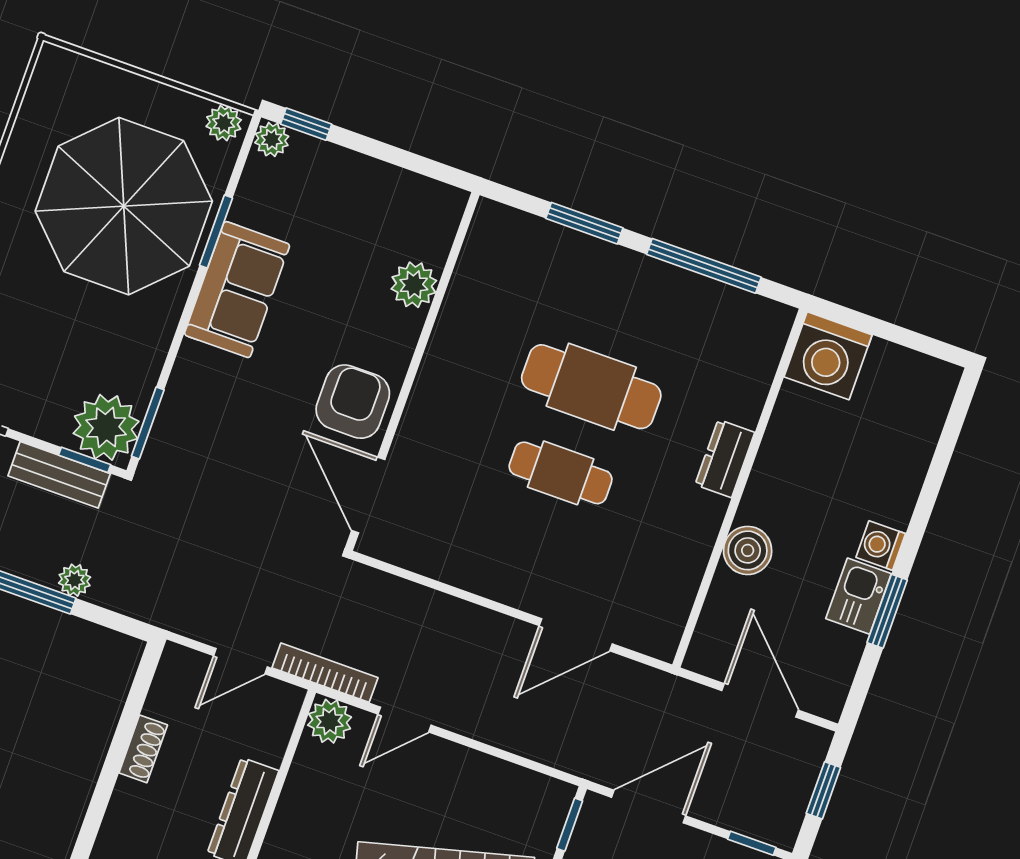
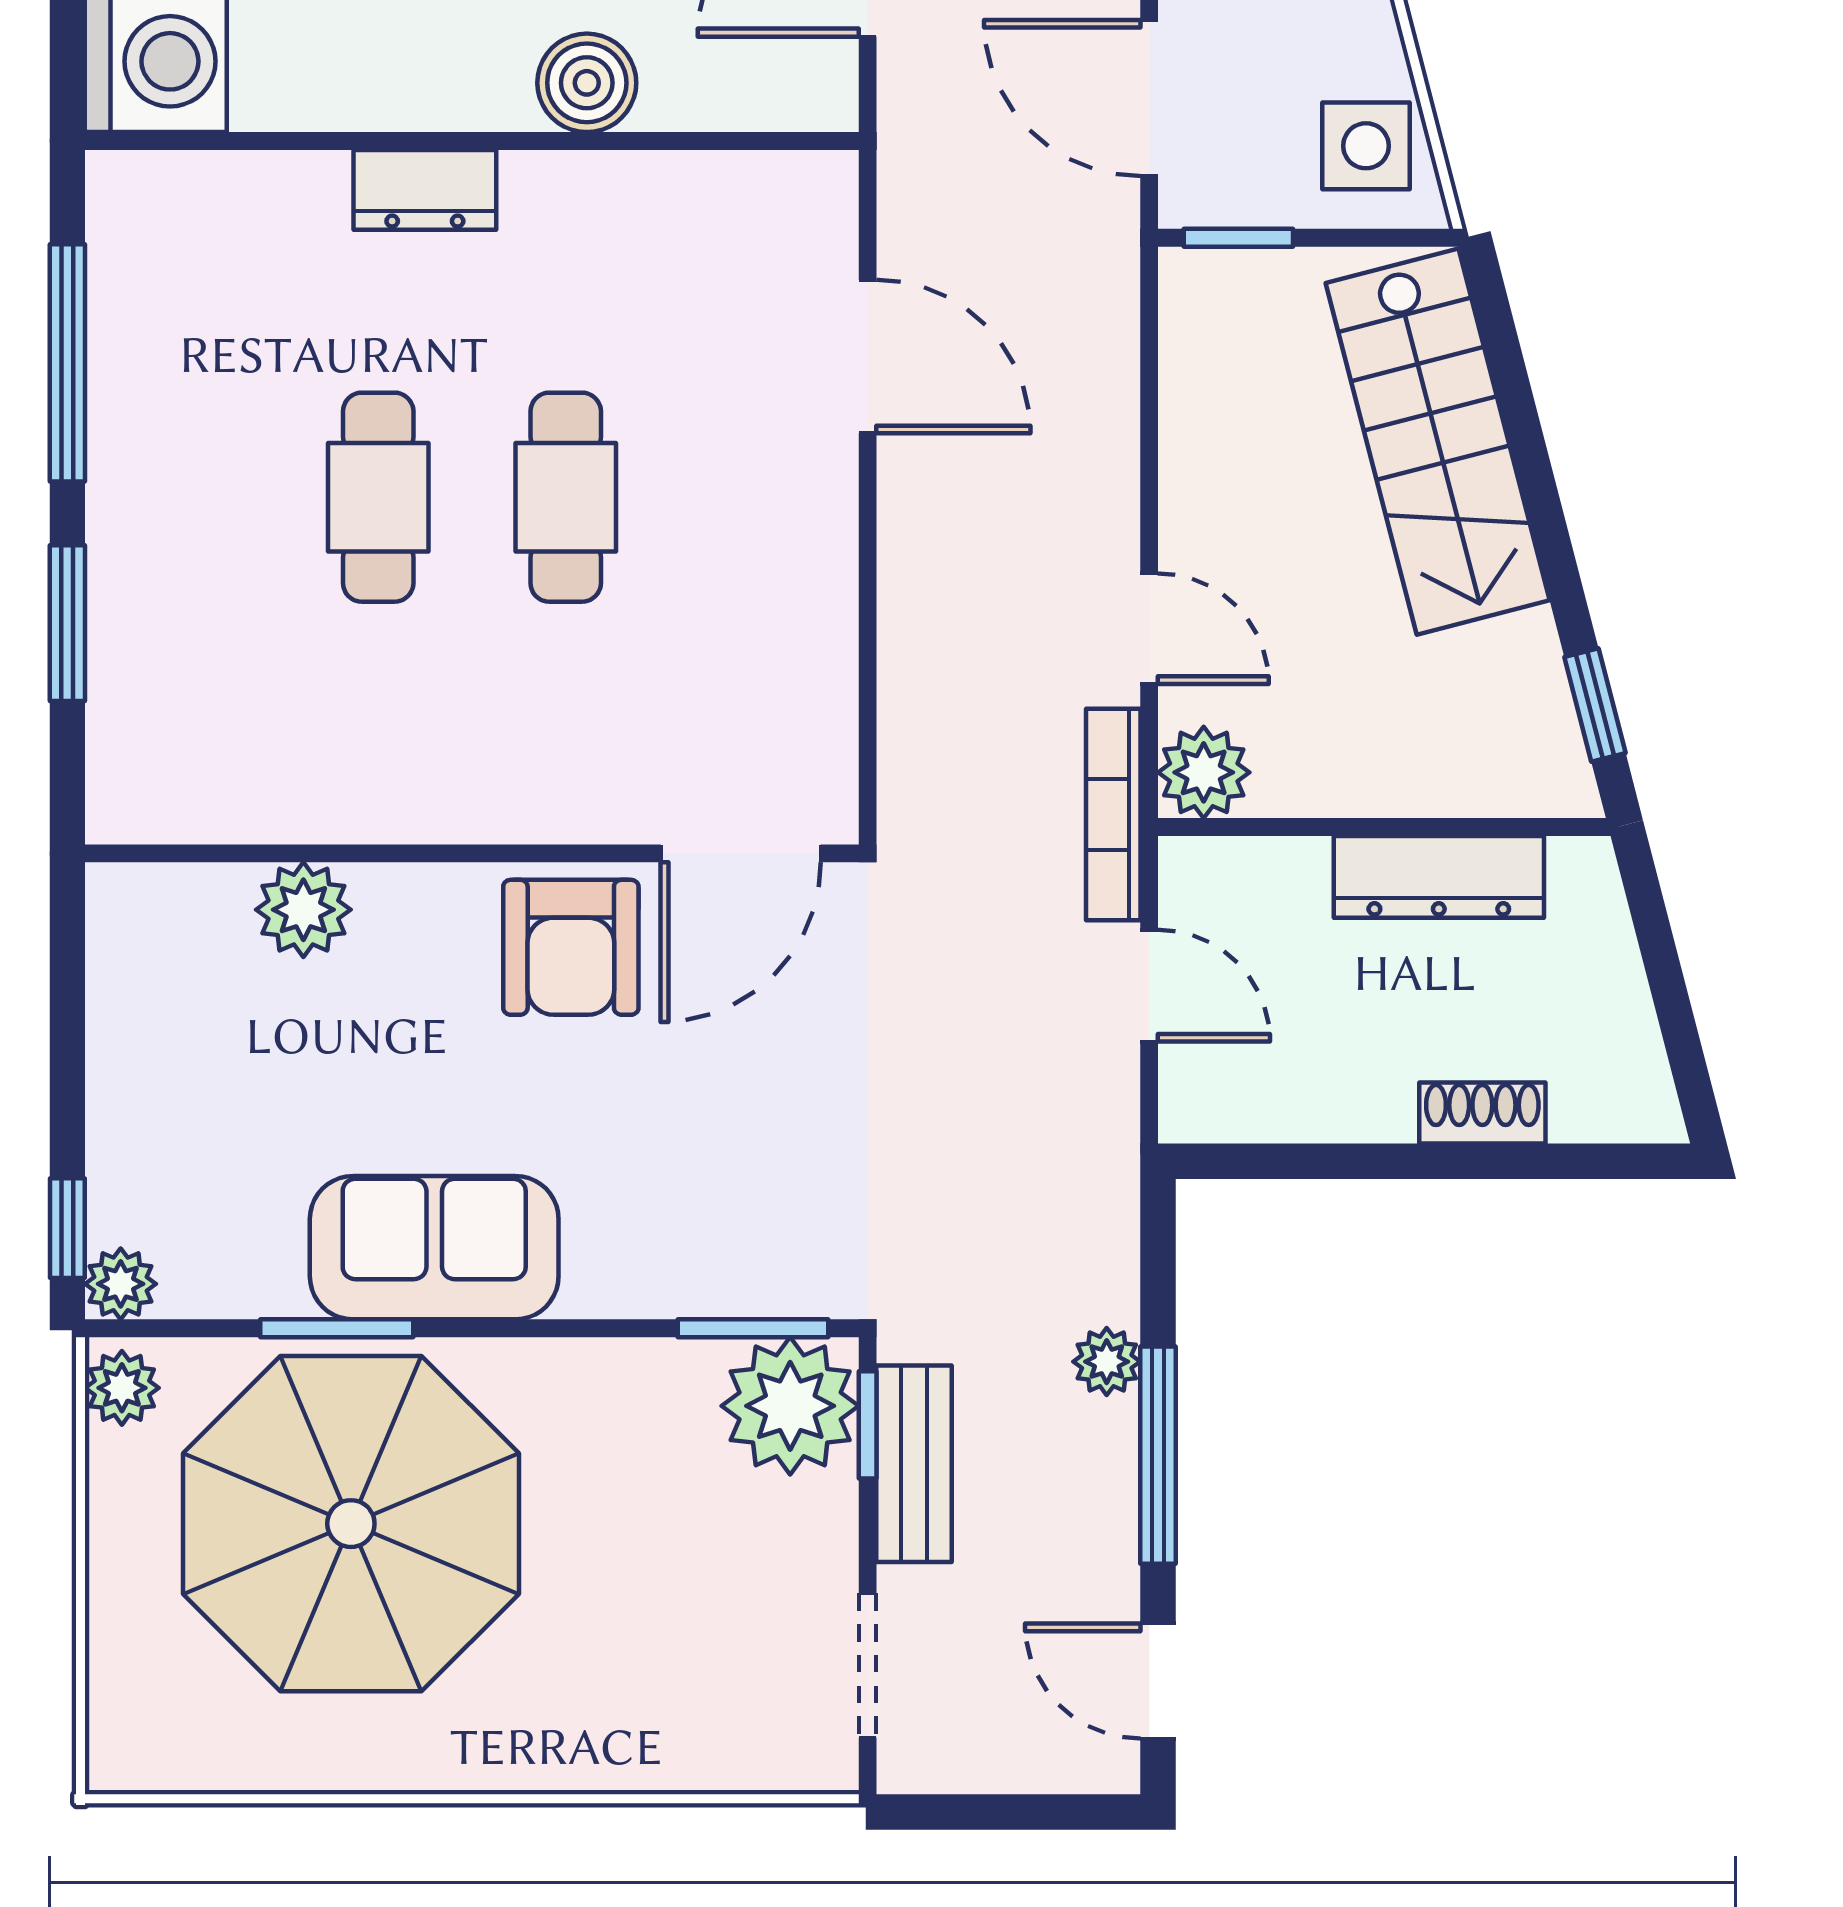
cafe table: (591, 387) -> (378, 497), width x0.73, depth x0.74
armchair: (353, 402) -> (571, 947), turned -90
shoe rack: (143, 749) -> (1482, 1113), moved

